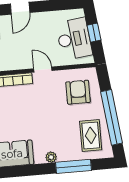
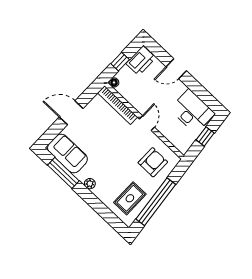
desk: (74, 39) -> (192, 111), moved, turned -83
window: (74, 166) -> (63, 173), moved

